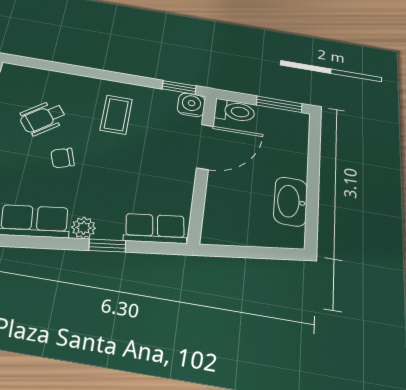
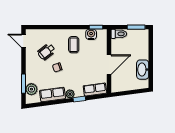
water cooler: (191, 105) -> (91, 34), moved
door: (205, 147) -> (109, 65), moved

